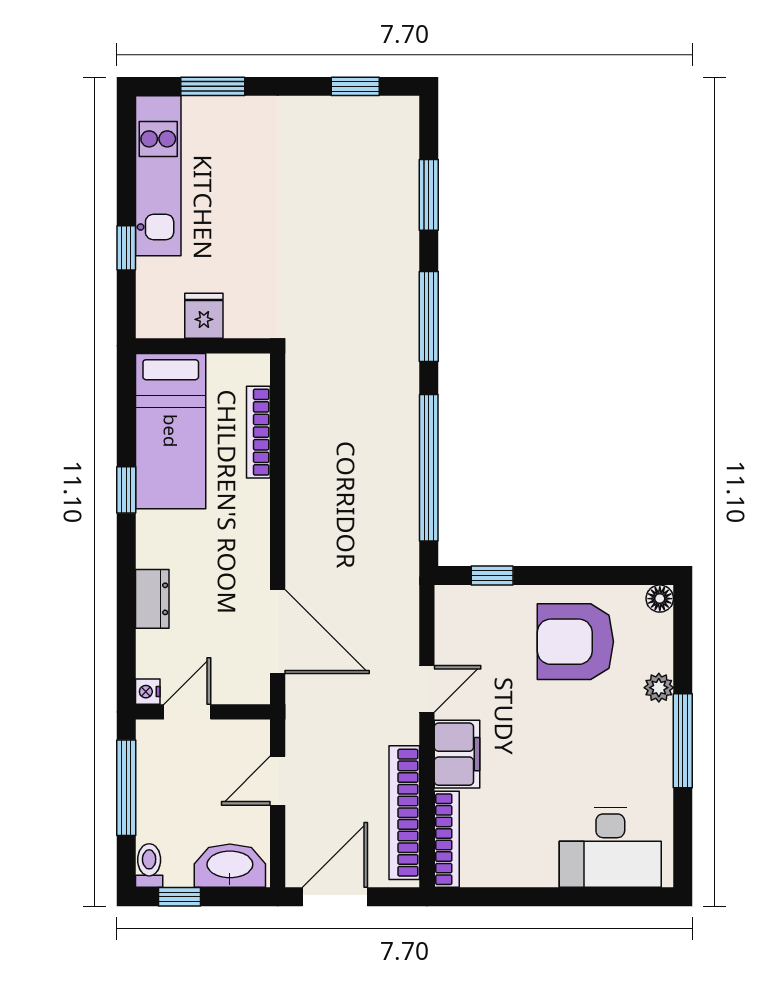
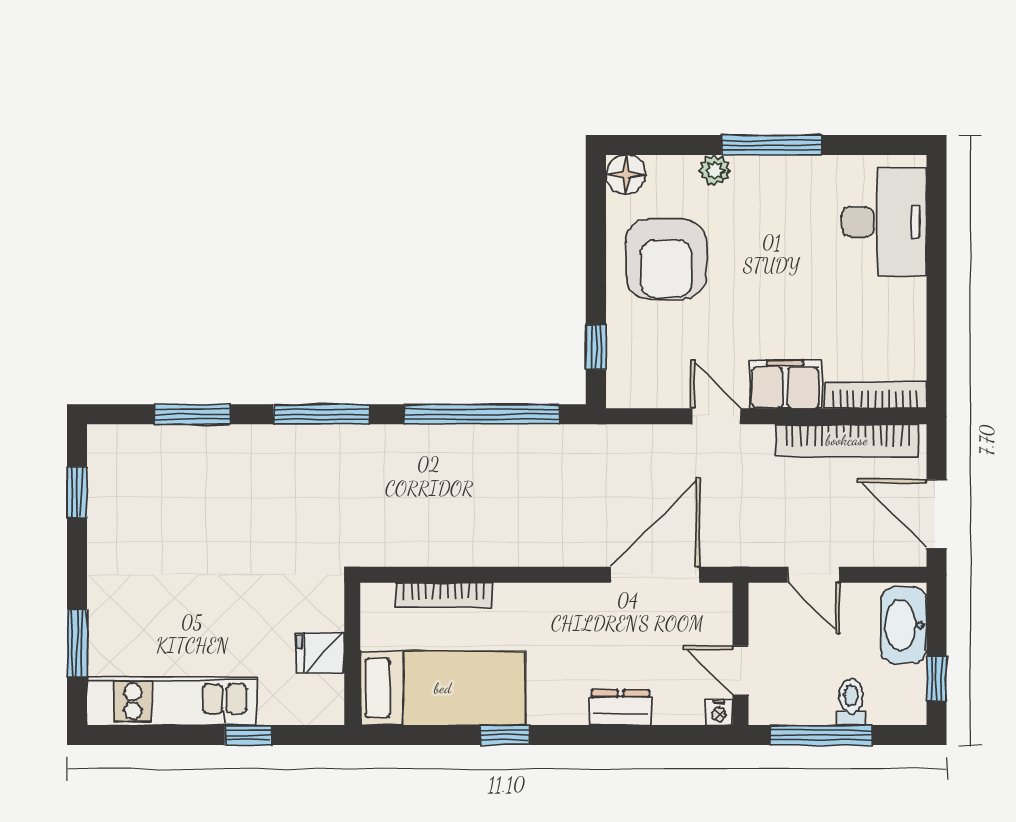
floor lamp: (660, 599) -> (626, 175), width x1.37, depth x1.37
toilet: (149, 865) -> (851, 702), moved, turned 90

